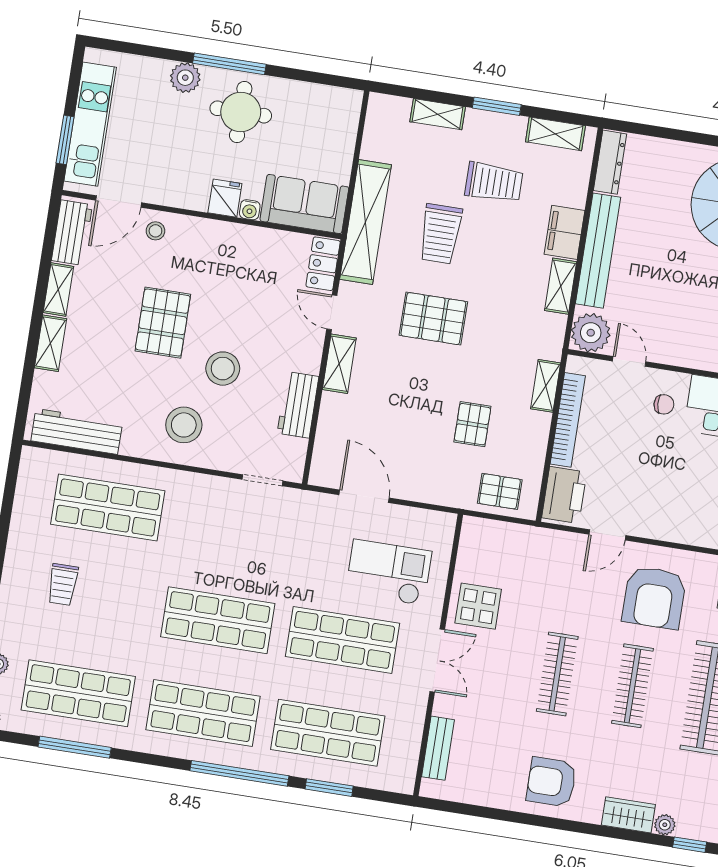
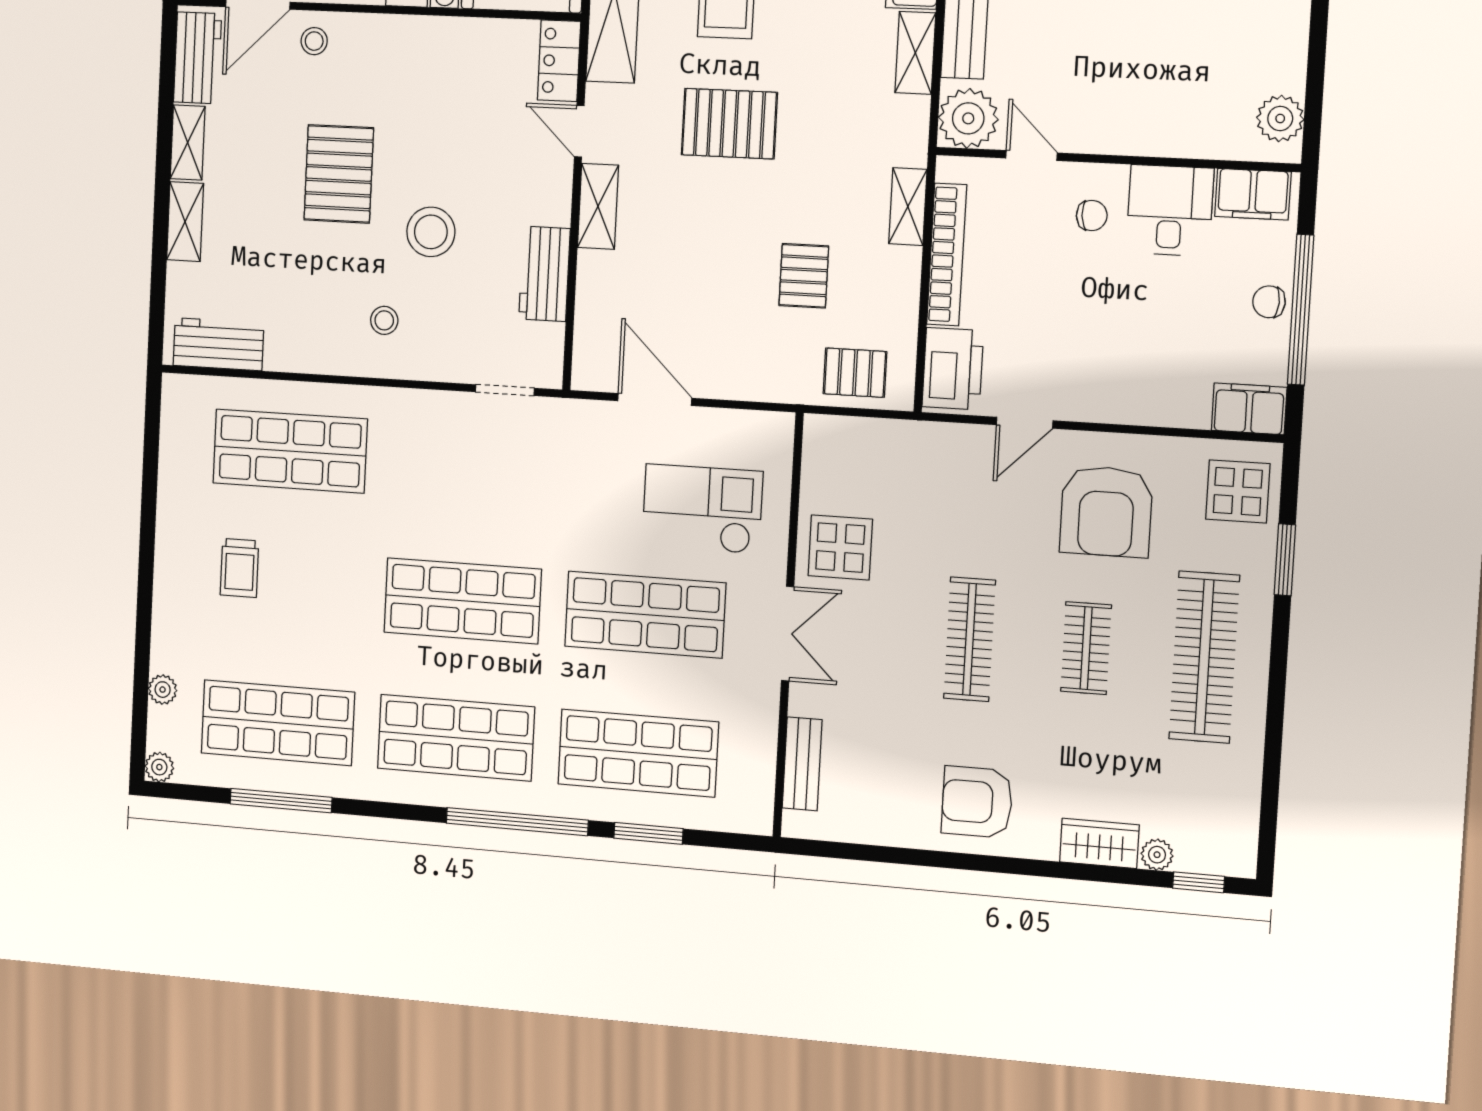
stool: (184, 425) -> (384, 320), width x0.53, depth x0.53
workbench: (77, 431) -> (218, 344), width x0.73
clothes rail: (632, 686) -> (1086, 648), width x0.73

